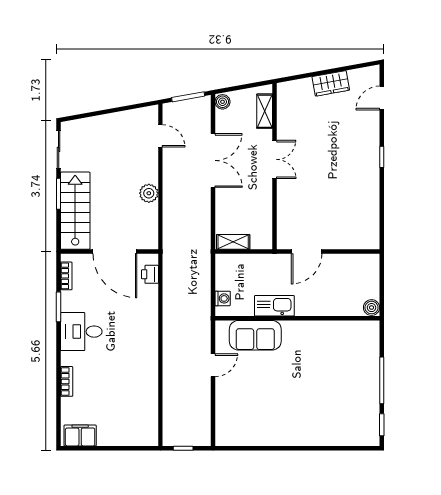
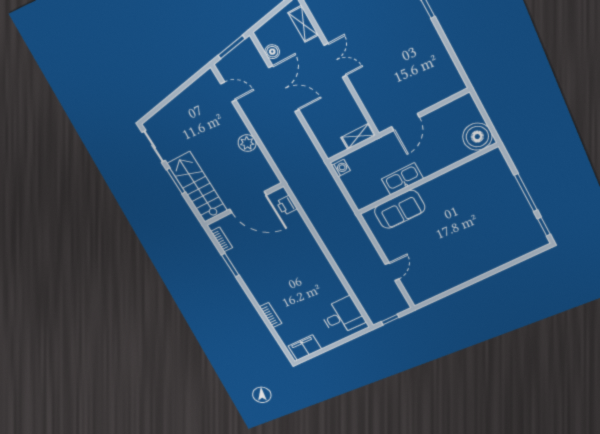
boiler: (223, 102) -> (272, 52), moved
shelving: (233, 242) -> (358, 136), moved
washing machine: (223, 298) -> (341, 168), moved
boiler: (372, 308) -> (477, 137), width x1.86, depth x1.86
desk: (81, 332) -> (342, 316), moved, turned 180
door: (213, 365) -> (392, 272), moved

